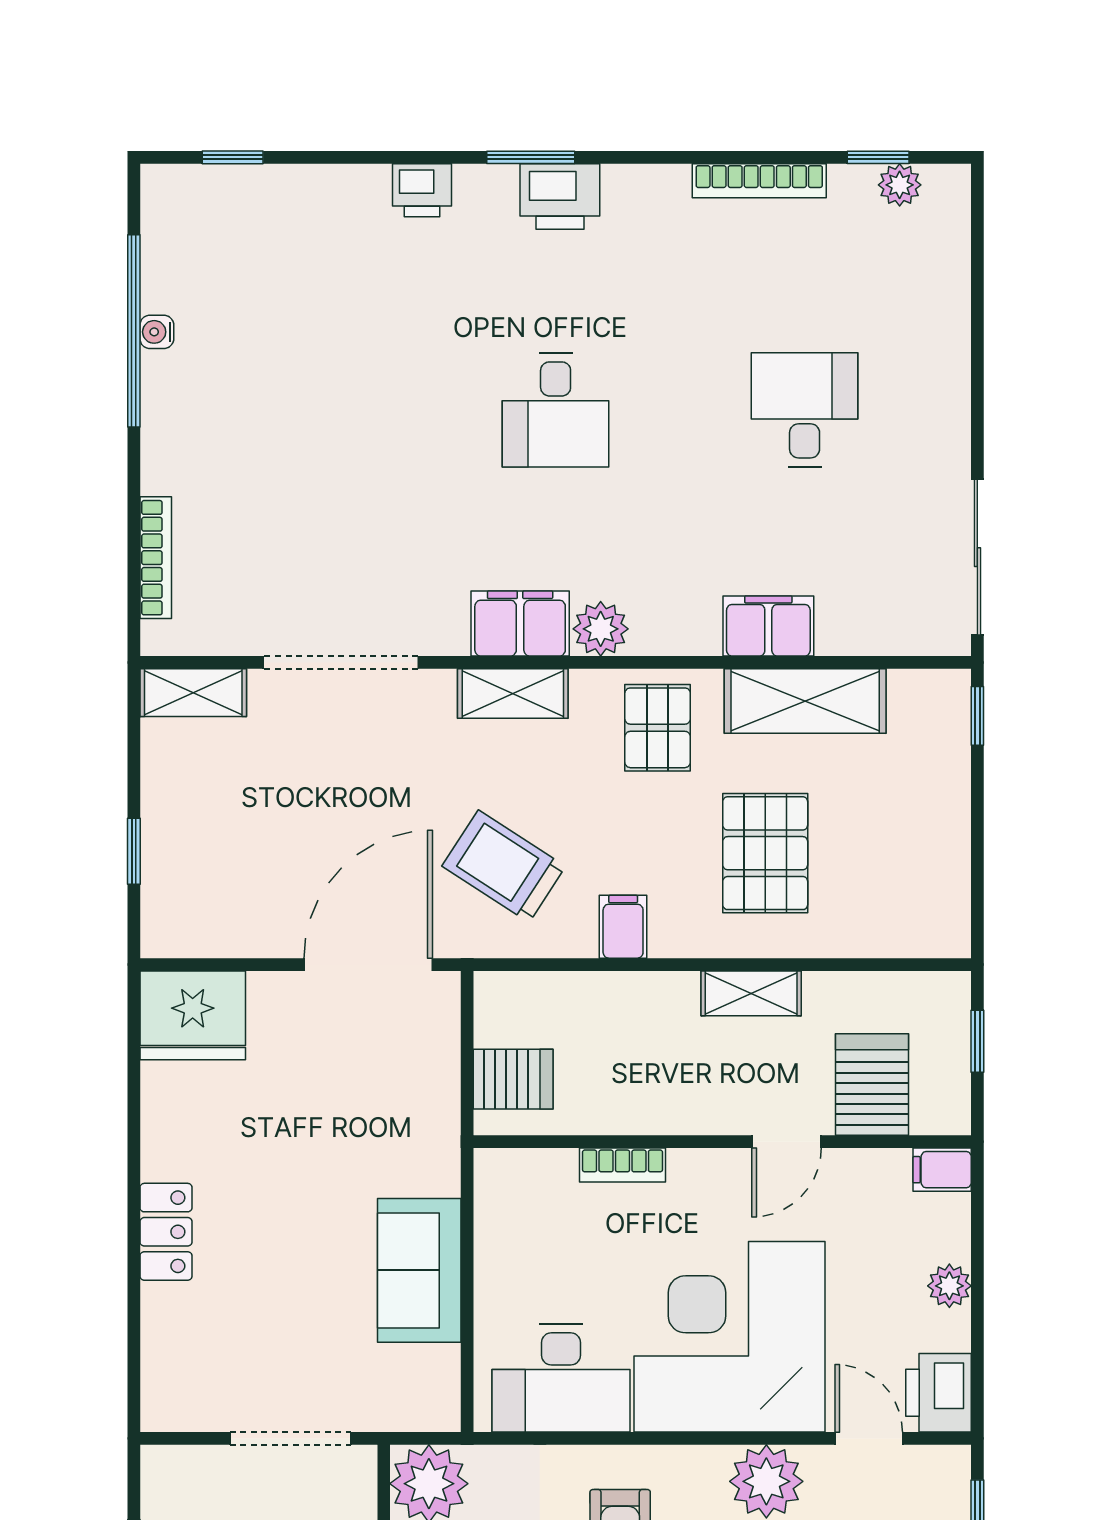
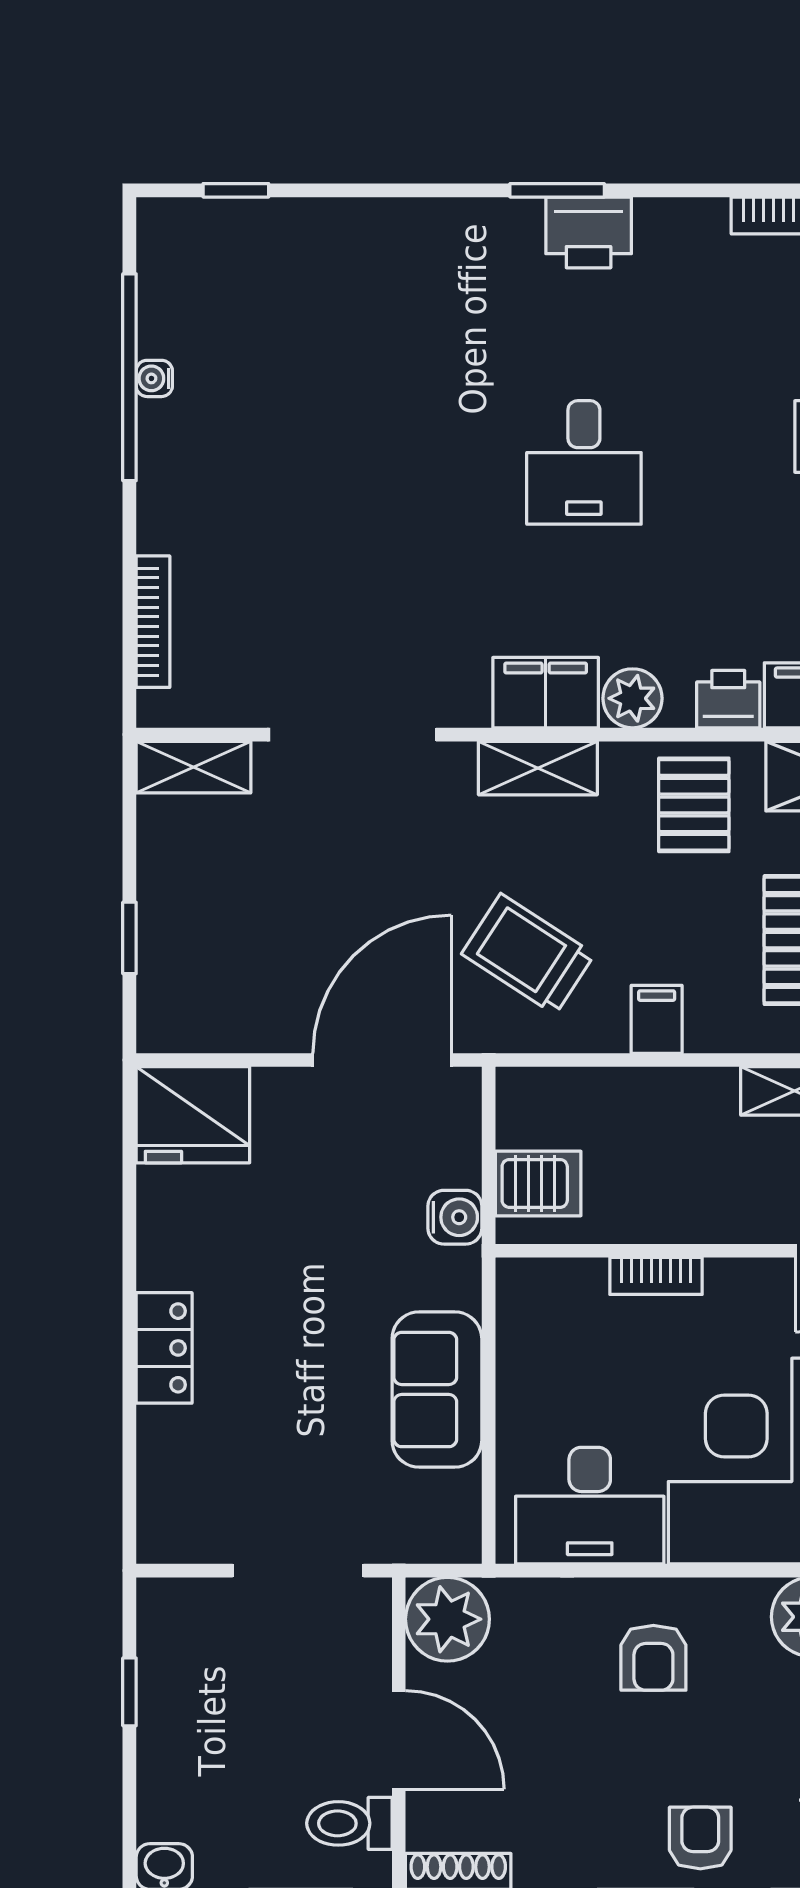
printer: (422, 190) -> (728, 699), moved, turned 180
water cooler: (436, 1110) -> (455, 1217), added

